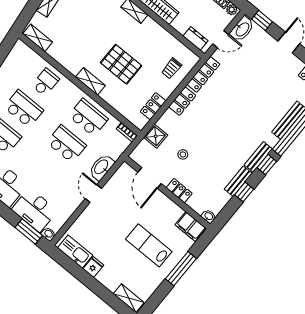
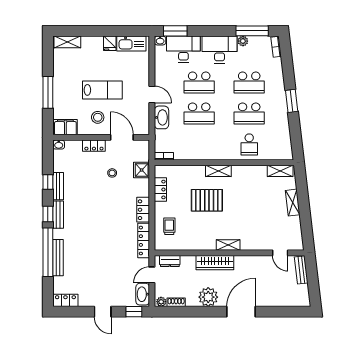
school desk: (88, 117) -> (199, 83), moved
stool: (156, 212) -> (98, 117), added
lab bench: (149, 245) -> (102, 90), moved

